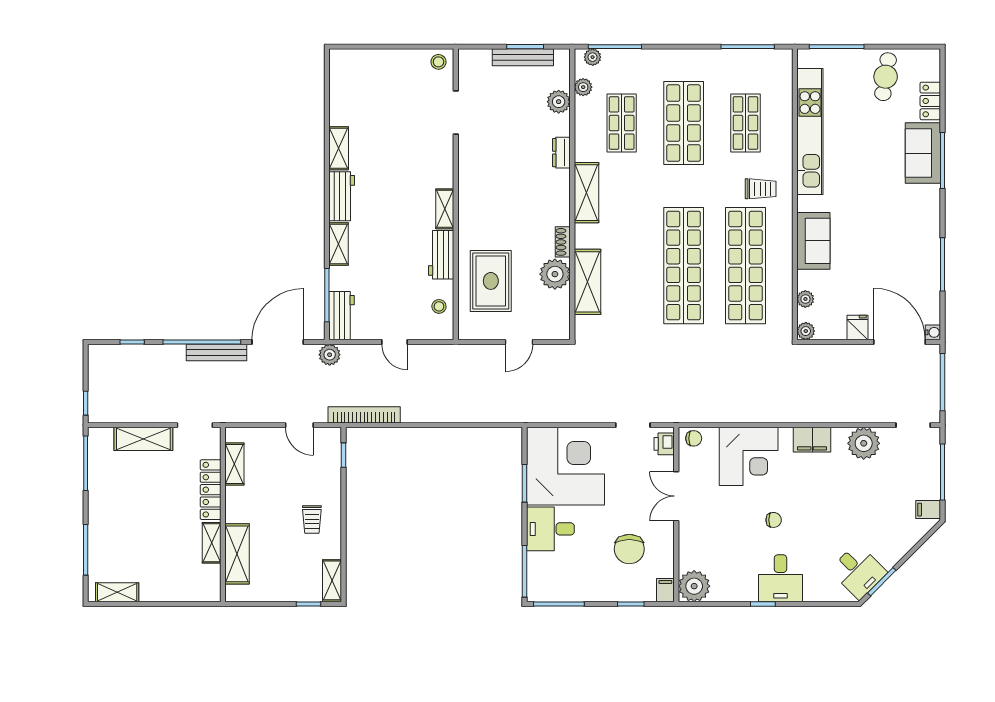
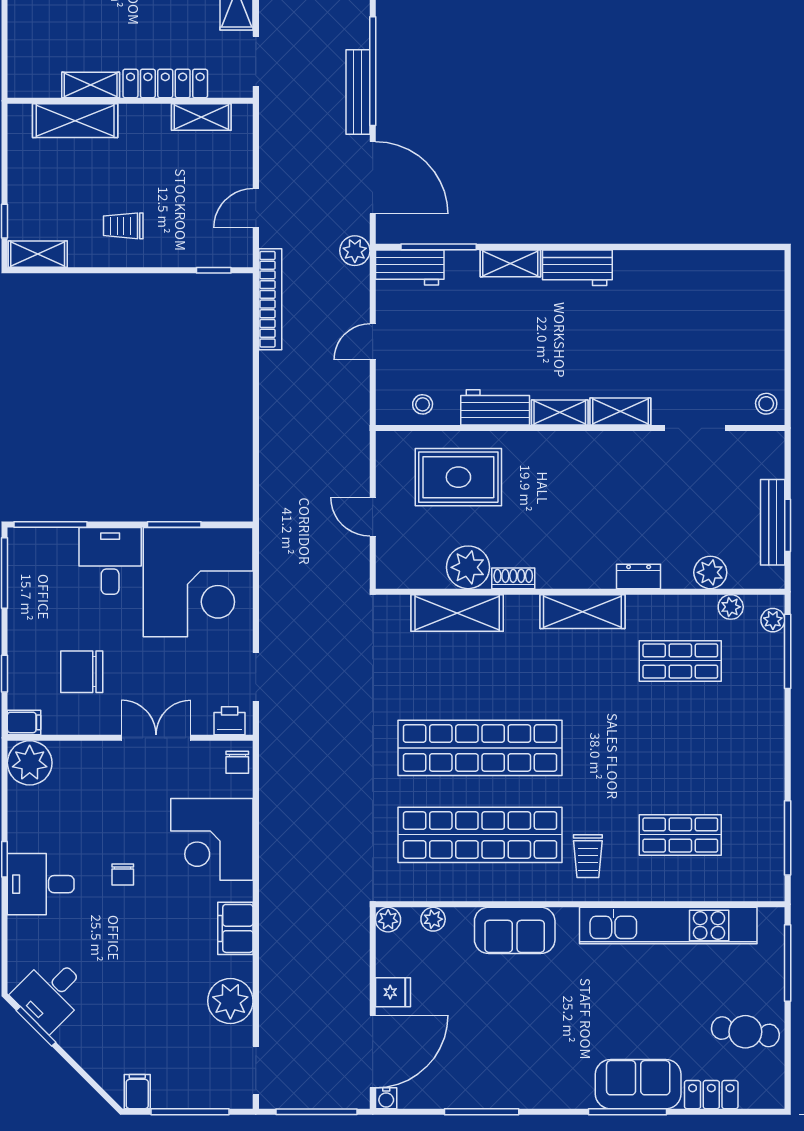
shop shelf: (684, 123) -> (680, 748), removed
shelving: (339, 148) -> (620, 412), moved

